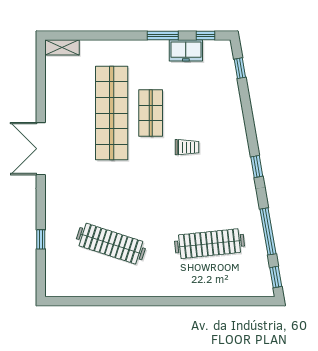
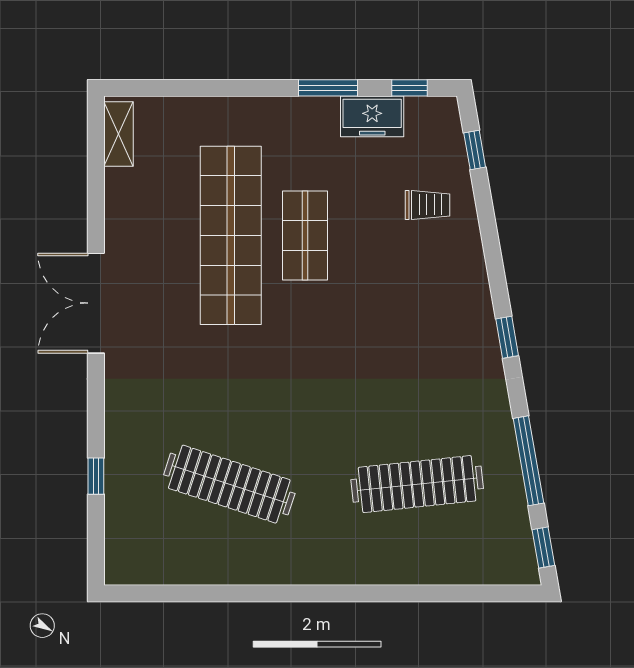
shelving: (62, 47) -> (118, 134), moved, turned 90
trolley: (187, 147) -> (427, 205), moved

